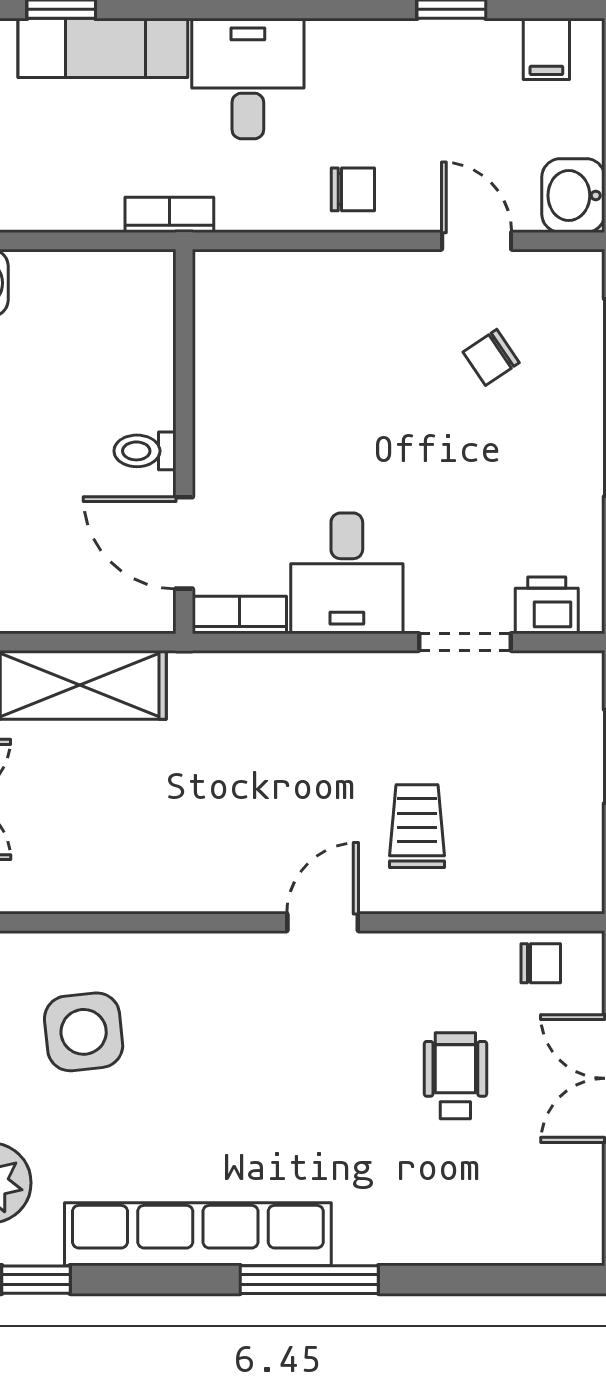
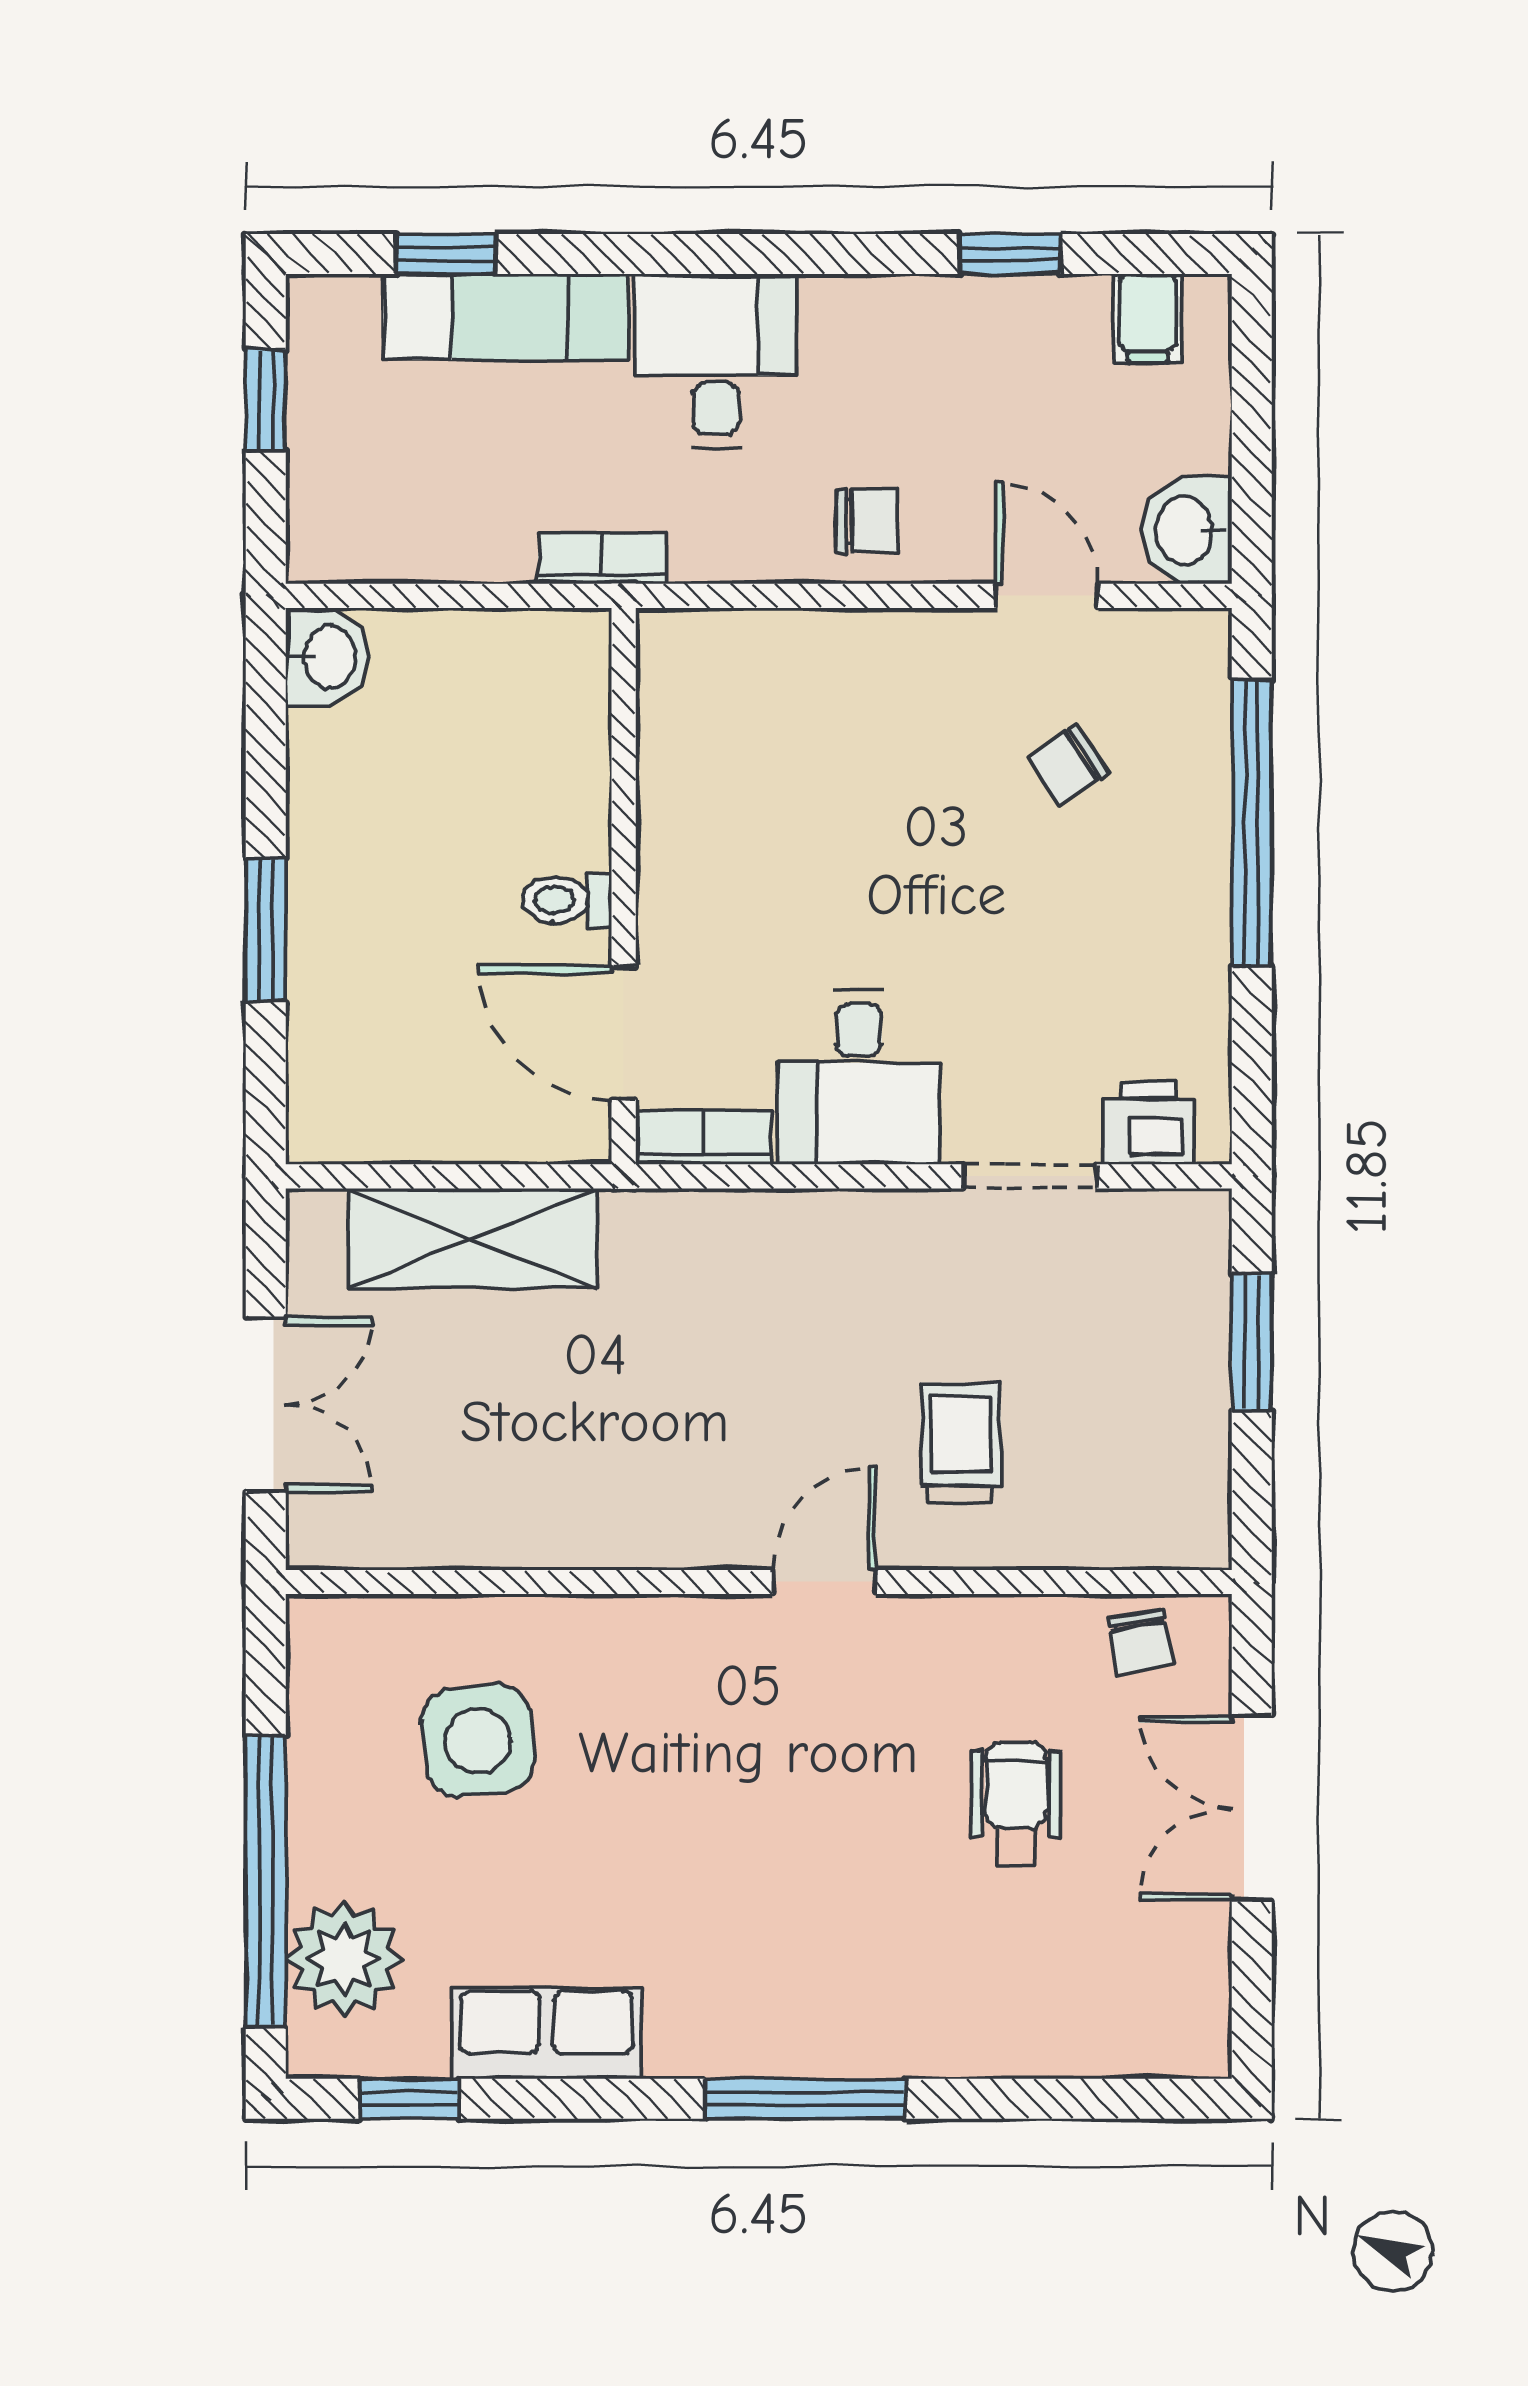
chair: (541, 963) -> (1140, 1641), turned 80
row of seats: (198, 1234) -> (546, 2033), width x0.50

